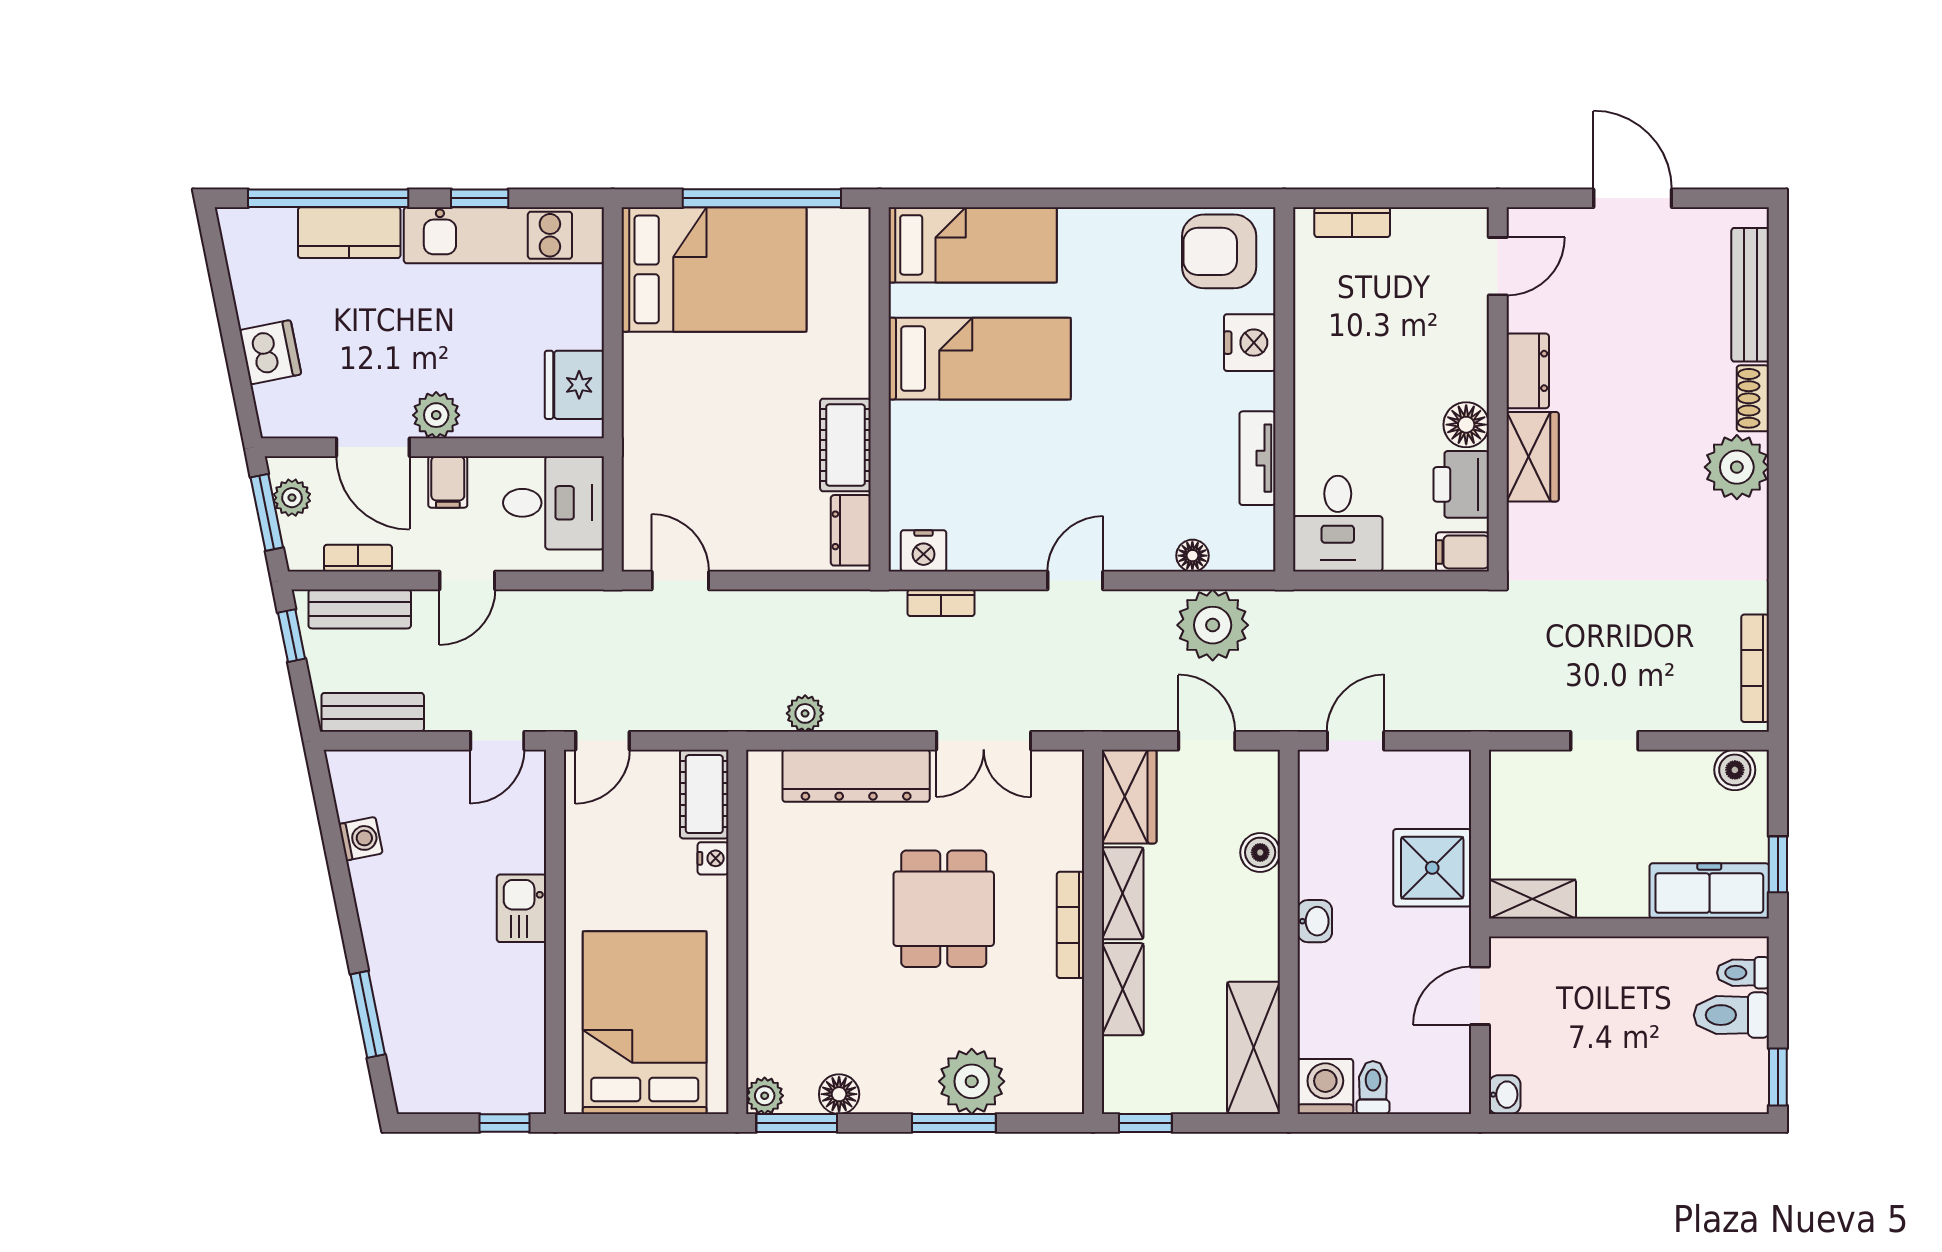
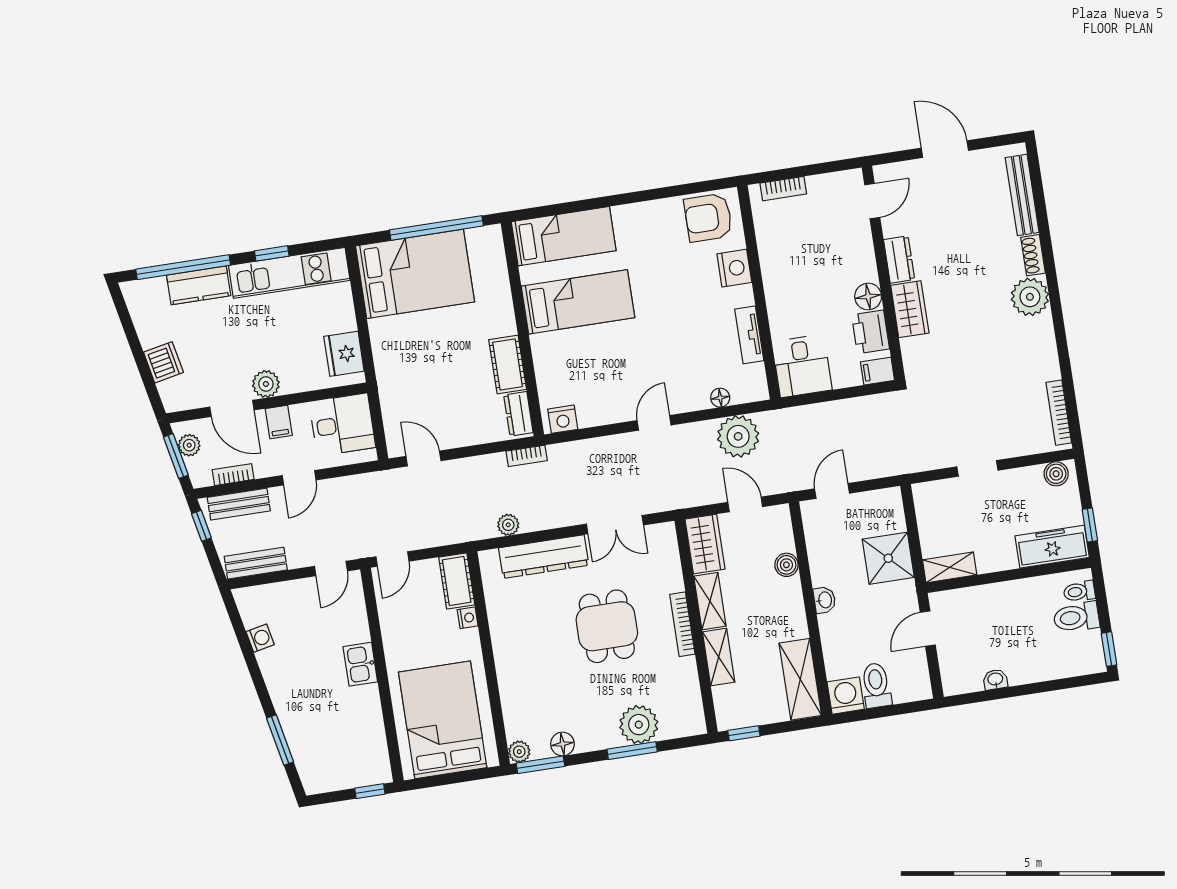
bookcase: (941, 603) -> (527, 456), moved
toilet: (1373, 1088) -> (876, 685), width x1.37, depth x1.39
washbasin: (1505, 1095) -> (995, 680), moved, turned -90

